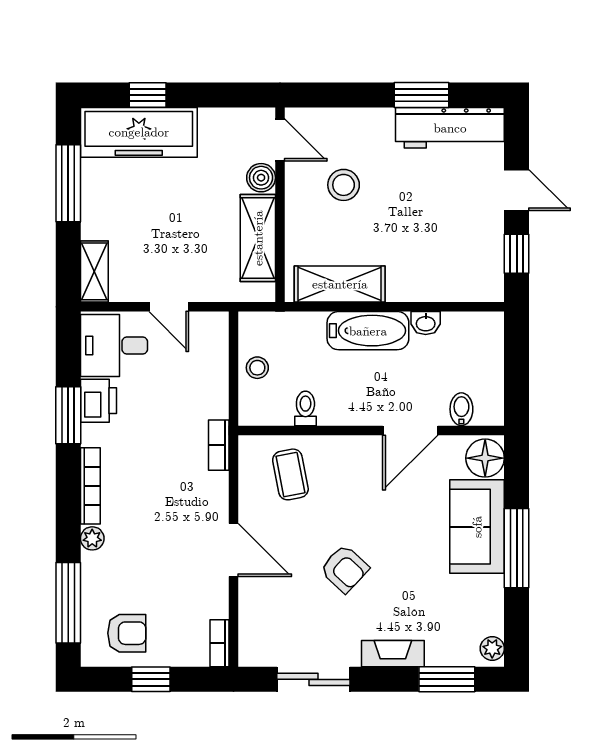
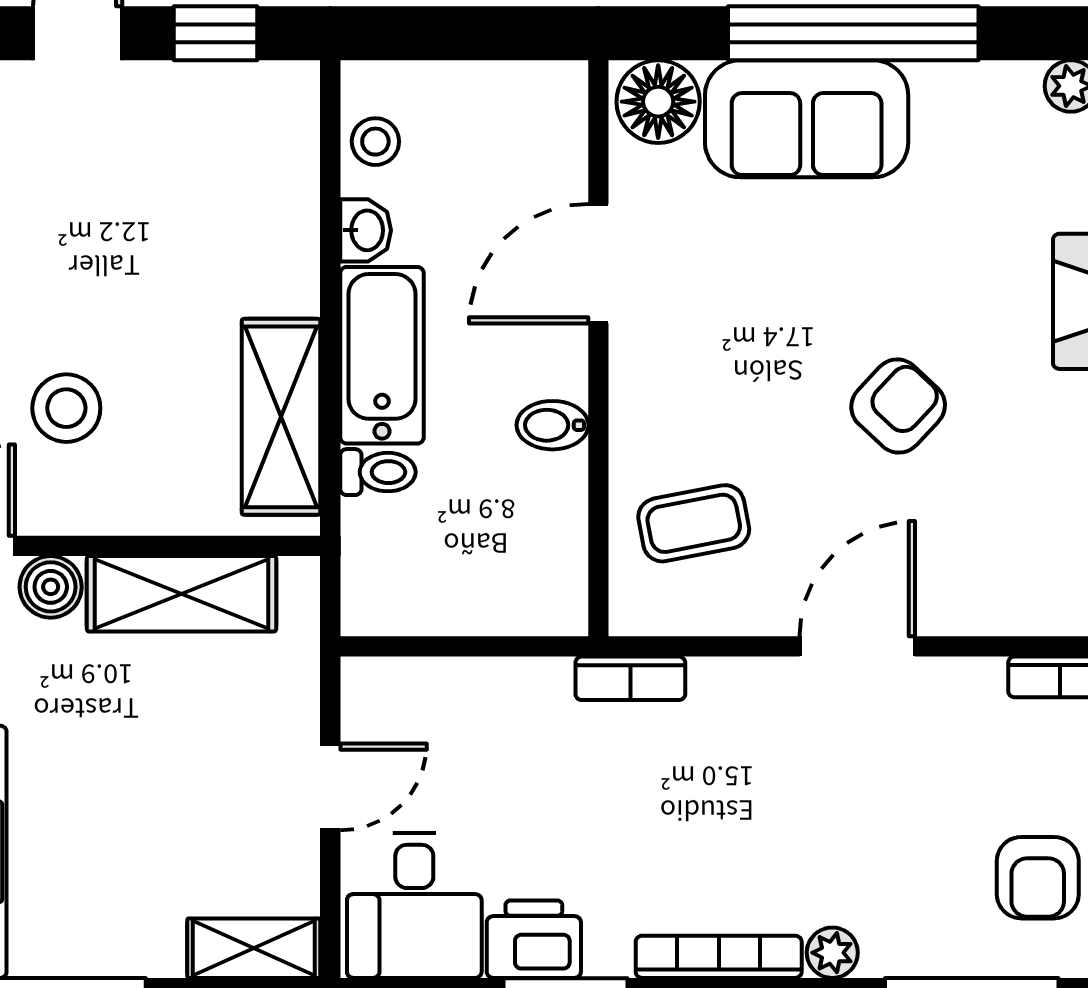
stool: (257, 368) -> (375, 142), moved
toilet: (305, 408) -> (378, 472), moved, turned 180
bidet: (461, 409) -> (552, 425), moved
door: (410, 430) -> (598, 264), swing flipped
window: (517, 548) -> (853, 33), width x1.46
armchair: (127, 633) -> (1038, 878), turned 180

